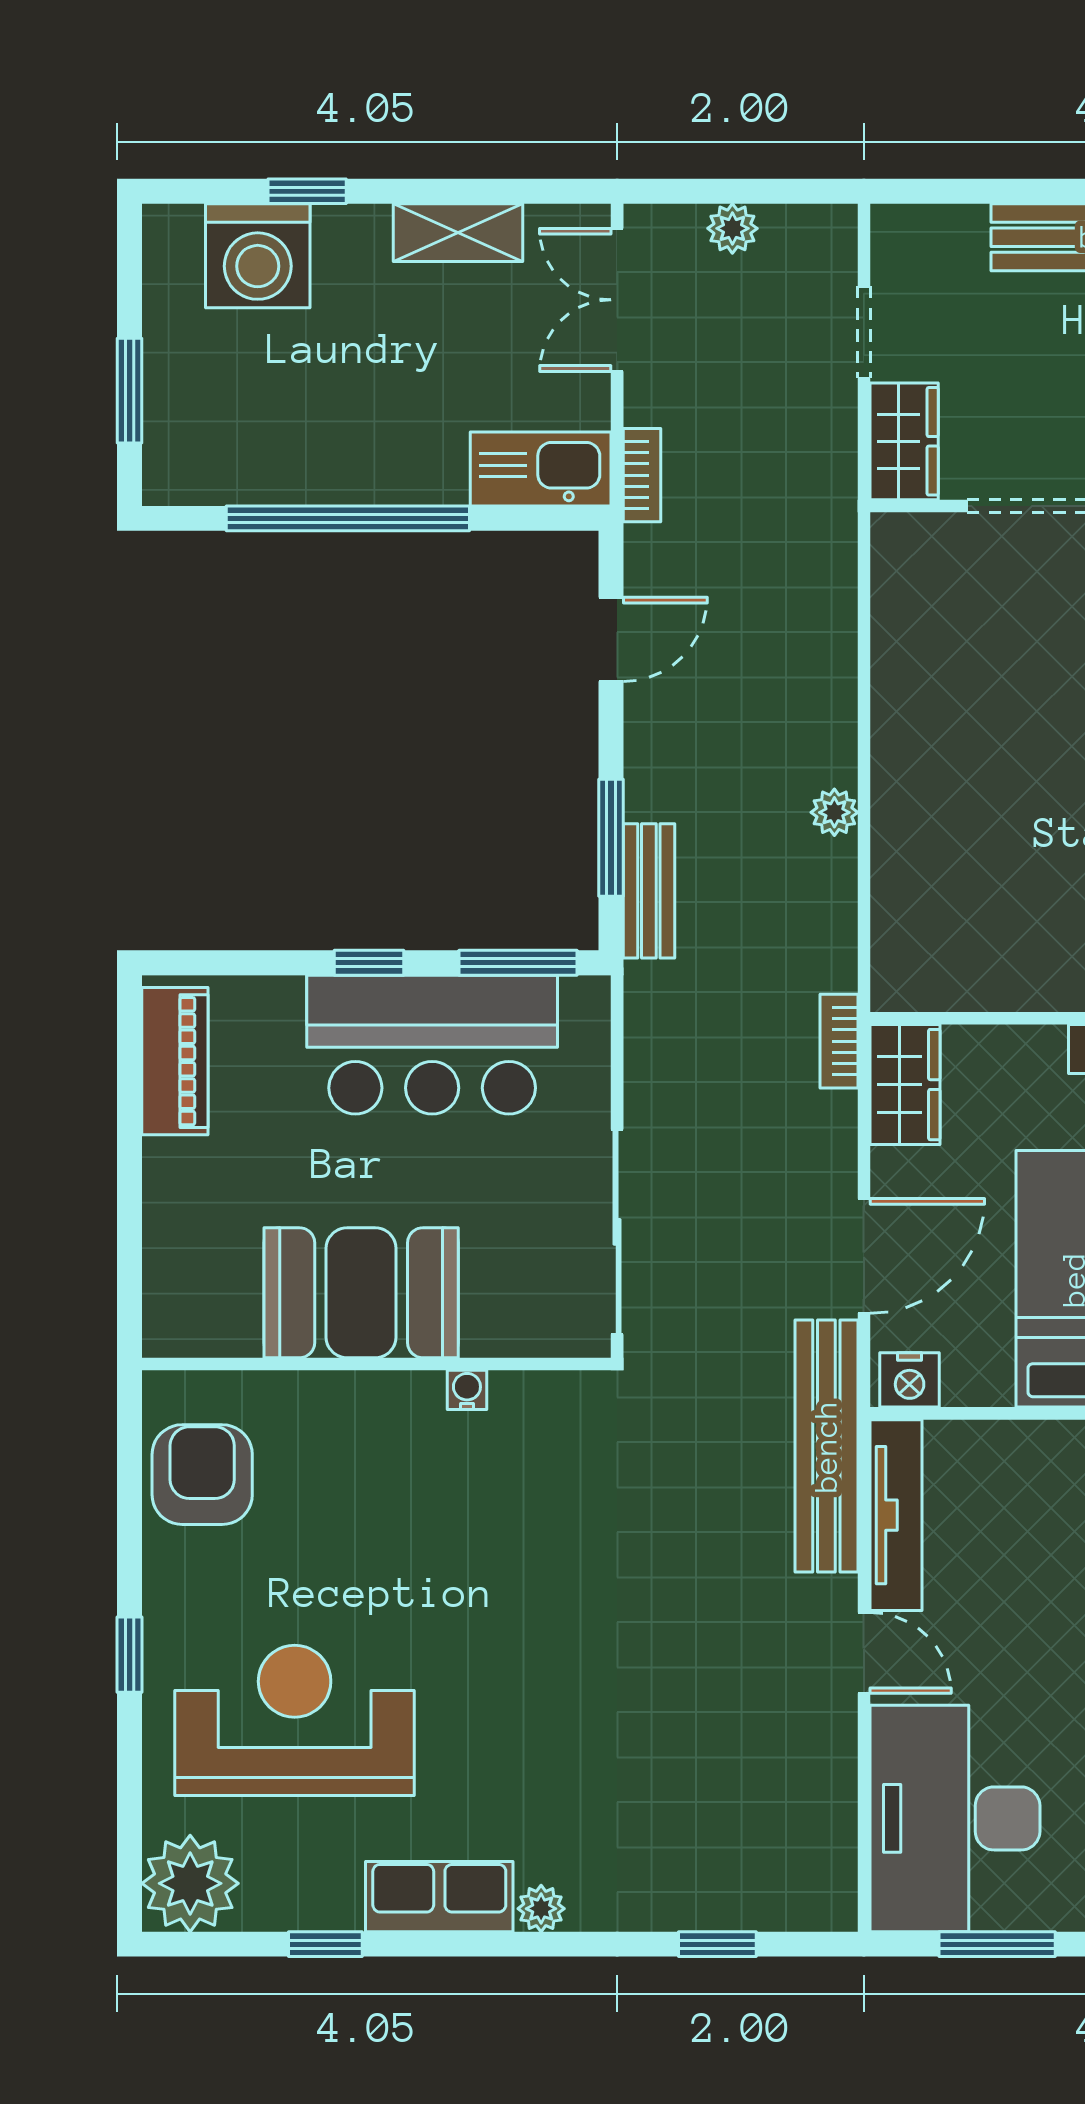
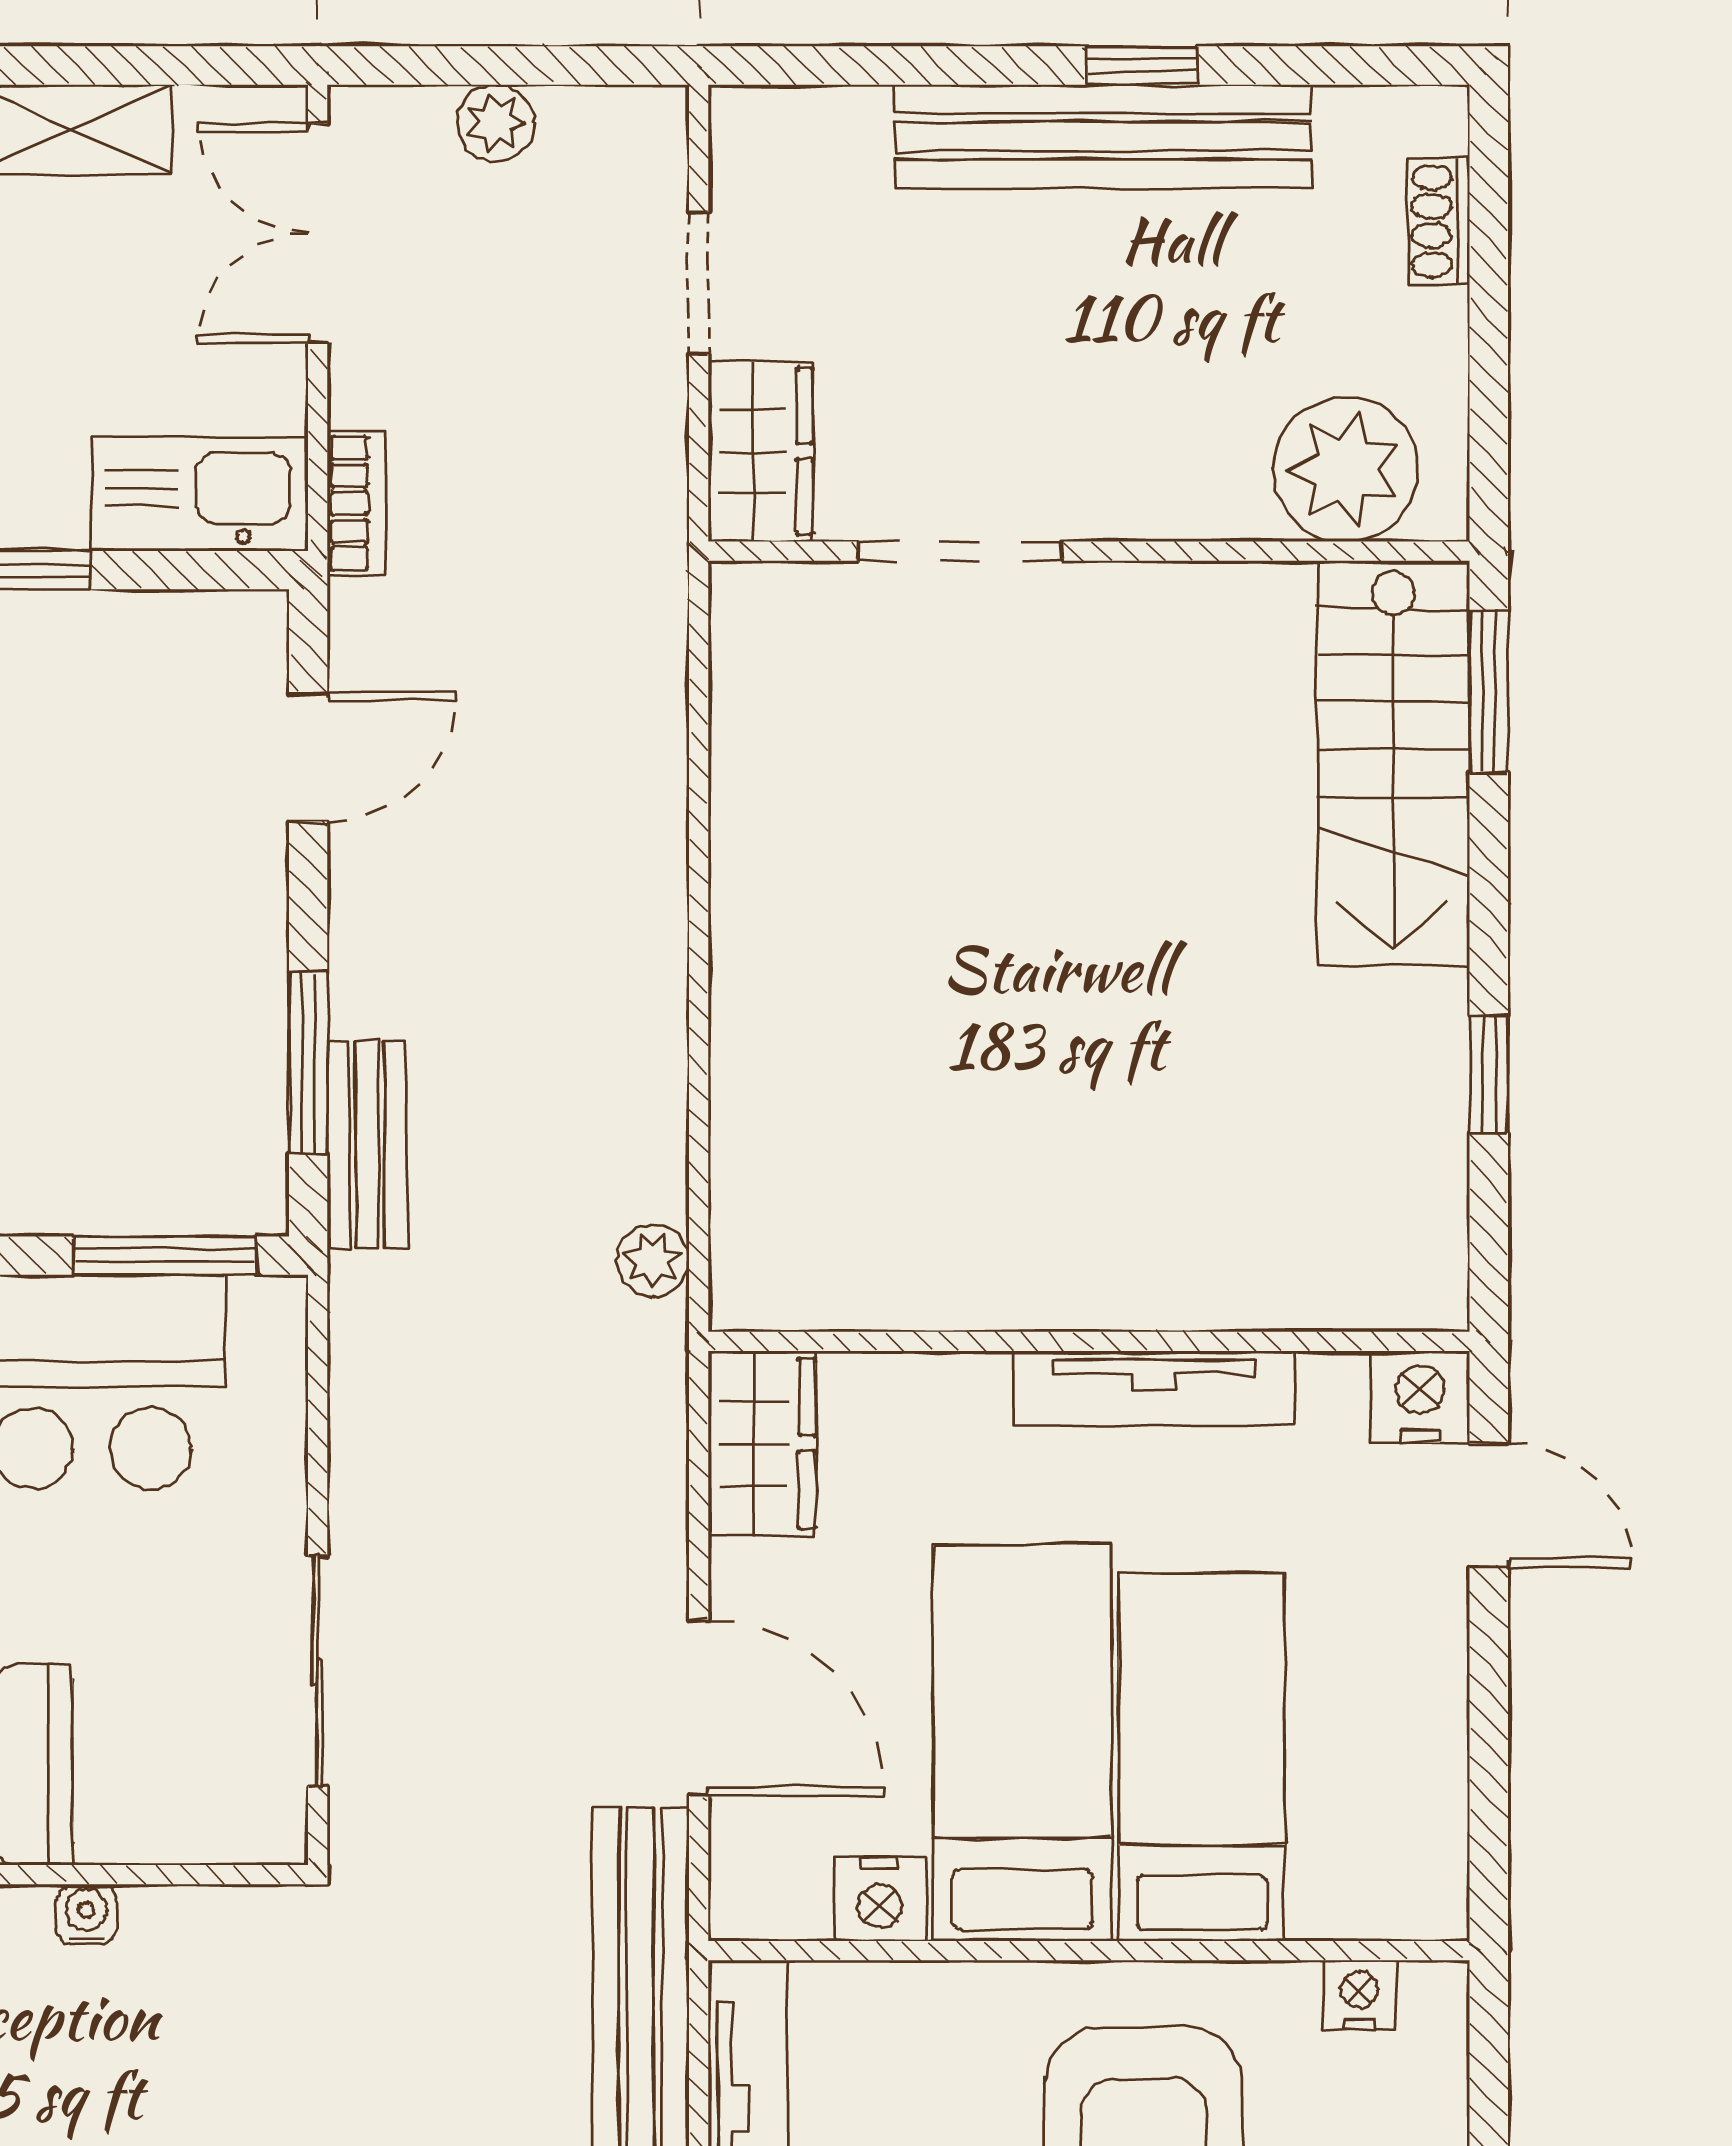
plant: (834, 812) -> (653, 1260), moved
bookcase: (839, 1041) -> (660, 1377), removed
sliding door: (617, 1232) -> (318, 1671), width x0.73
door: (864, 1256) -> (699, 1708), hinge flipped
nightstand: (910, 1380) -> (880, 1899), moved

